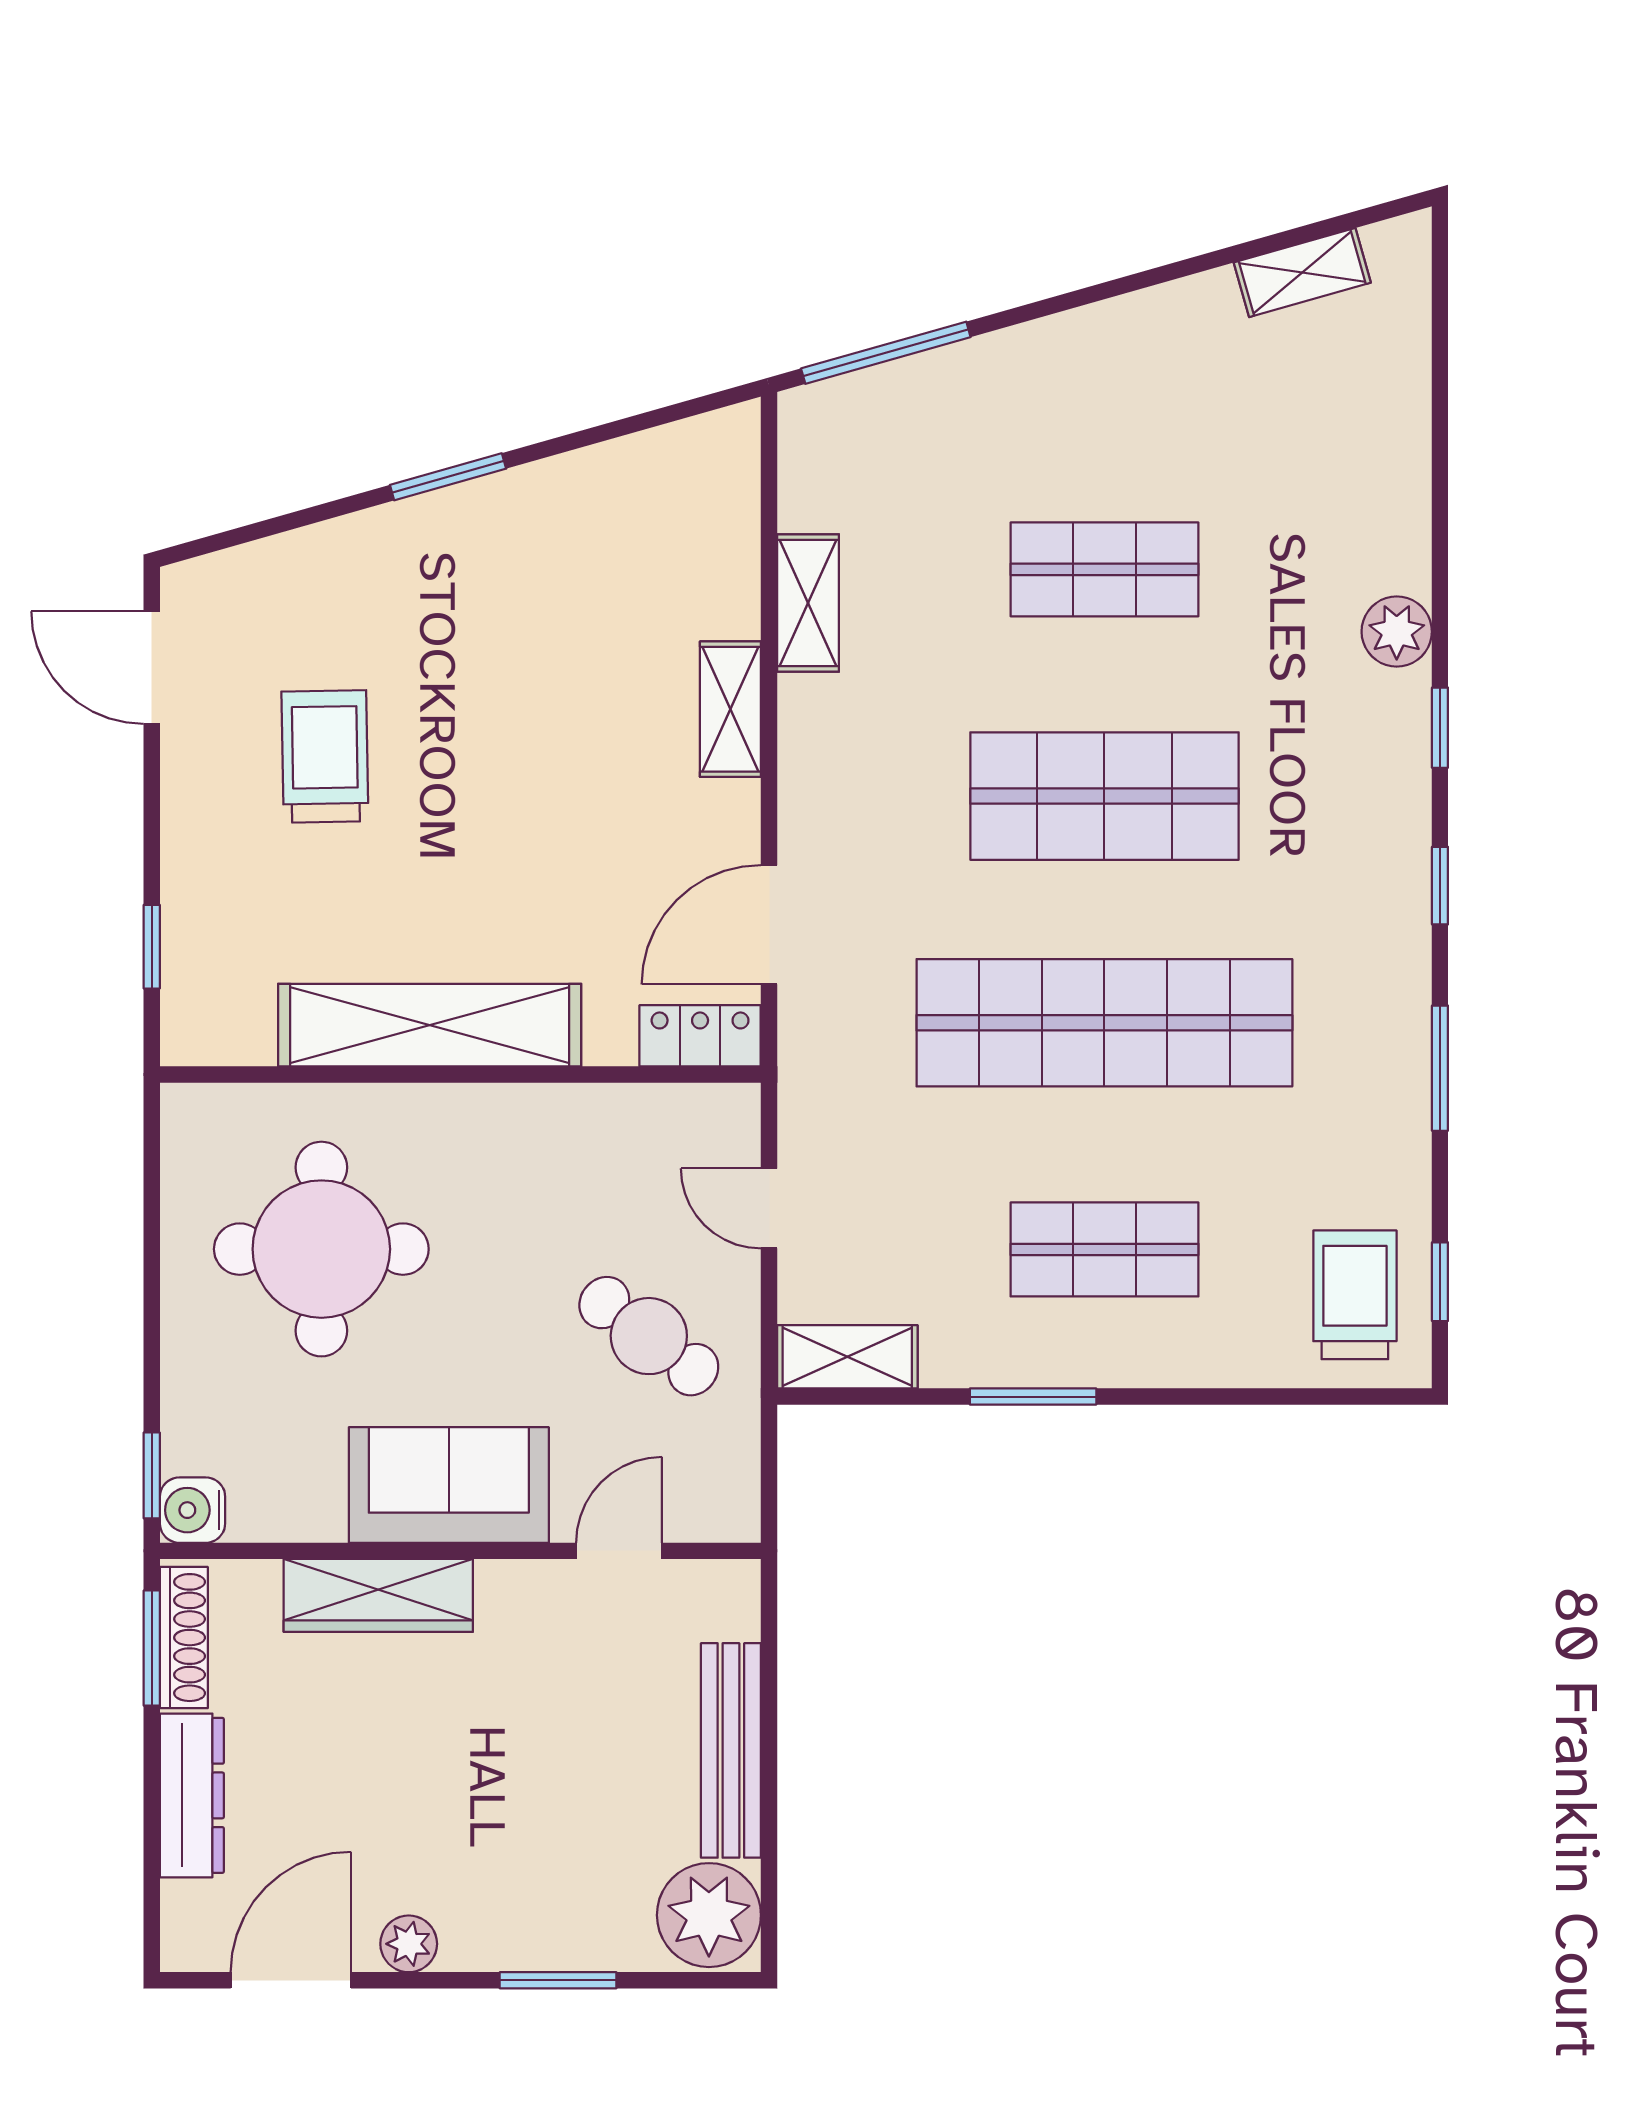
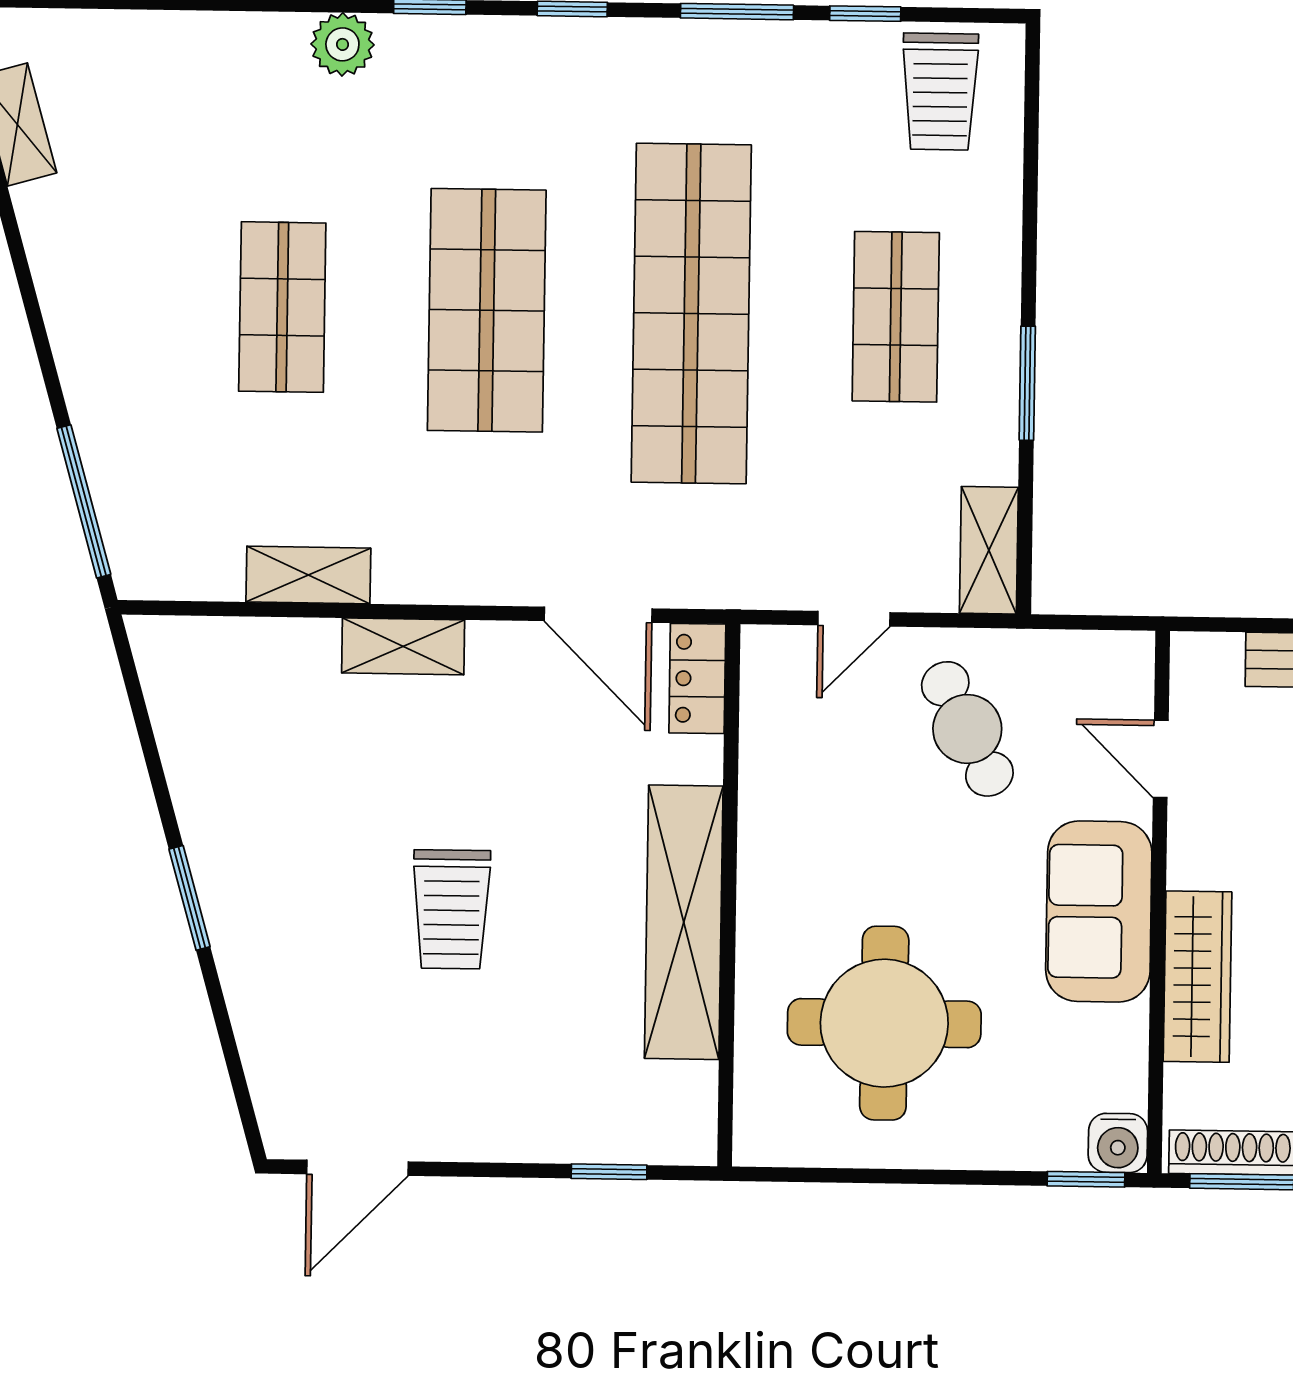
trolley: (325, 756) -> (451, 909), moved, turned -89
window: (1440, 1282) -> (865, 14), moved
trolley: (1355, 1295) -> (940, 92), turned -90
cafe table: (649, 1336) -> (967, 729), turned -64

